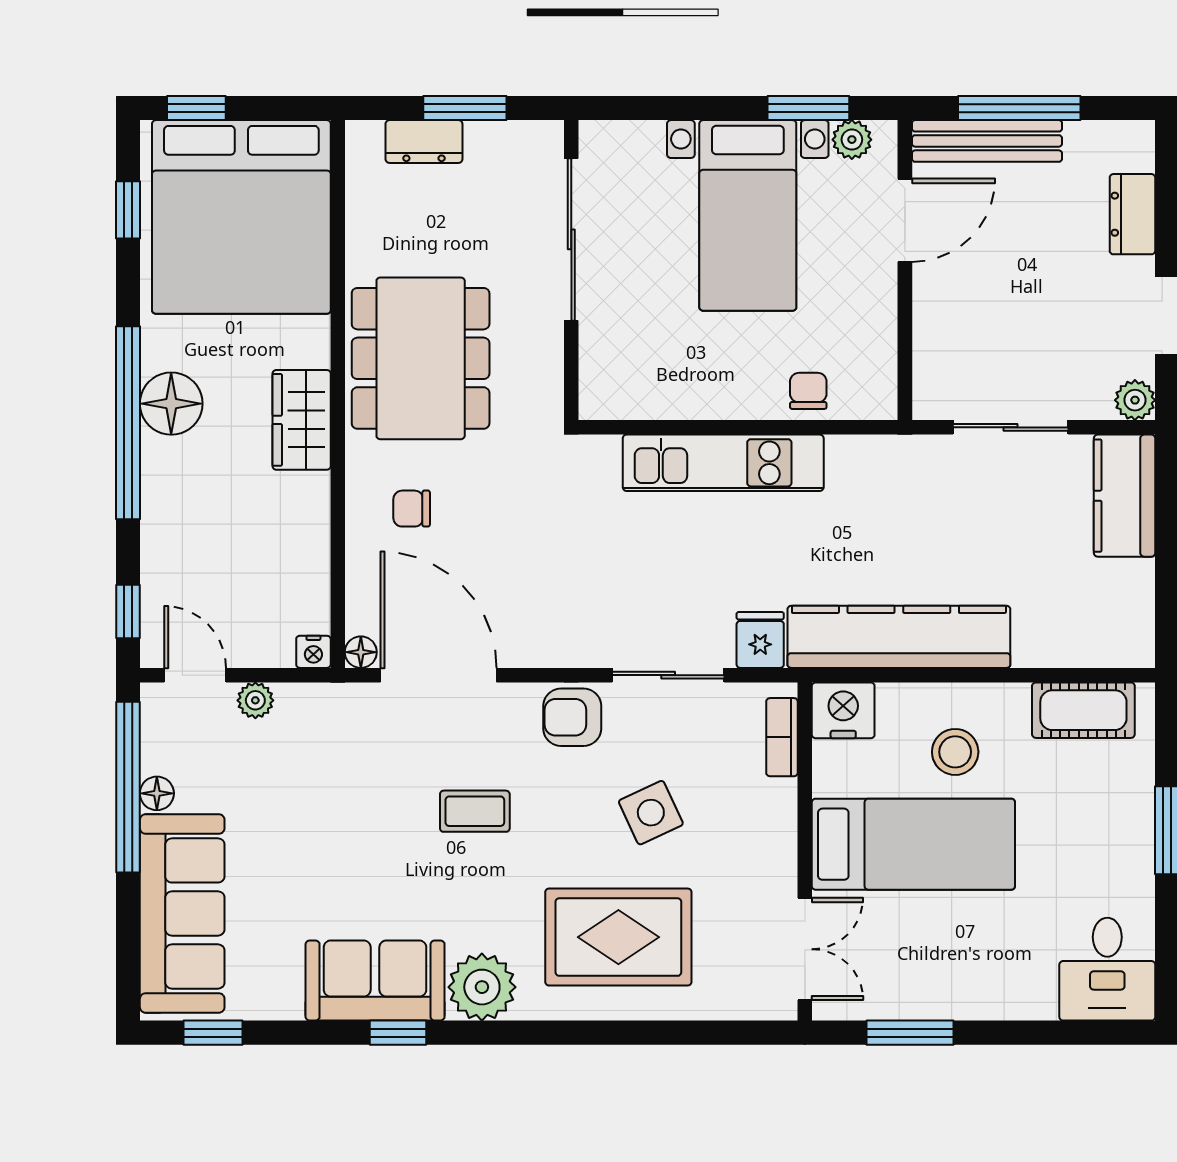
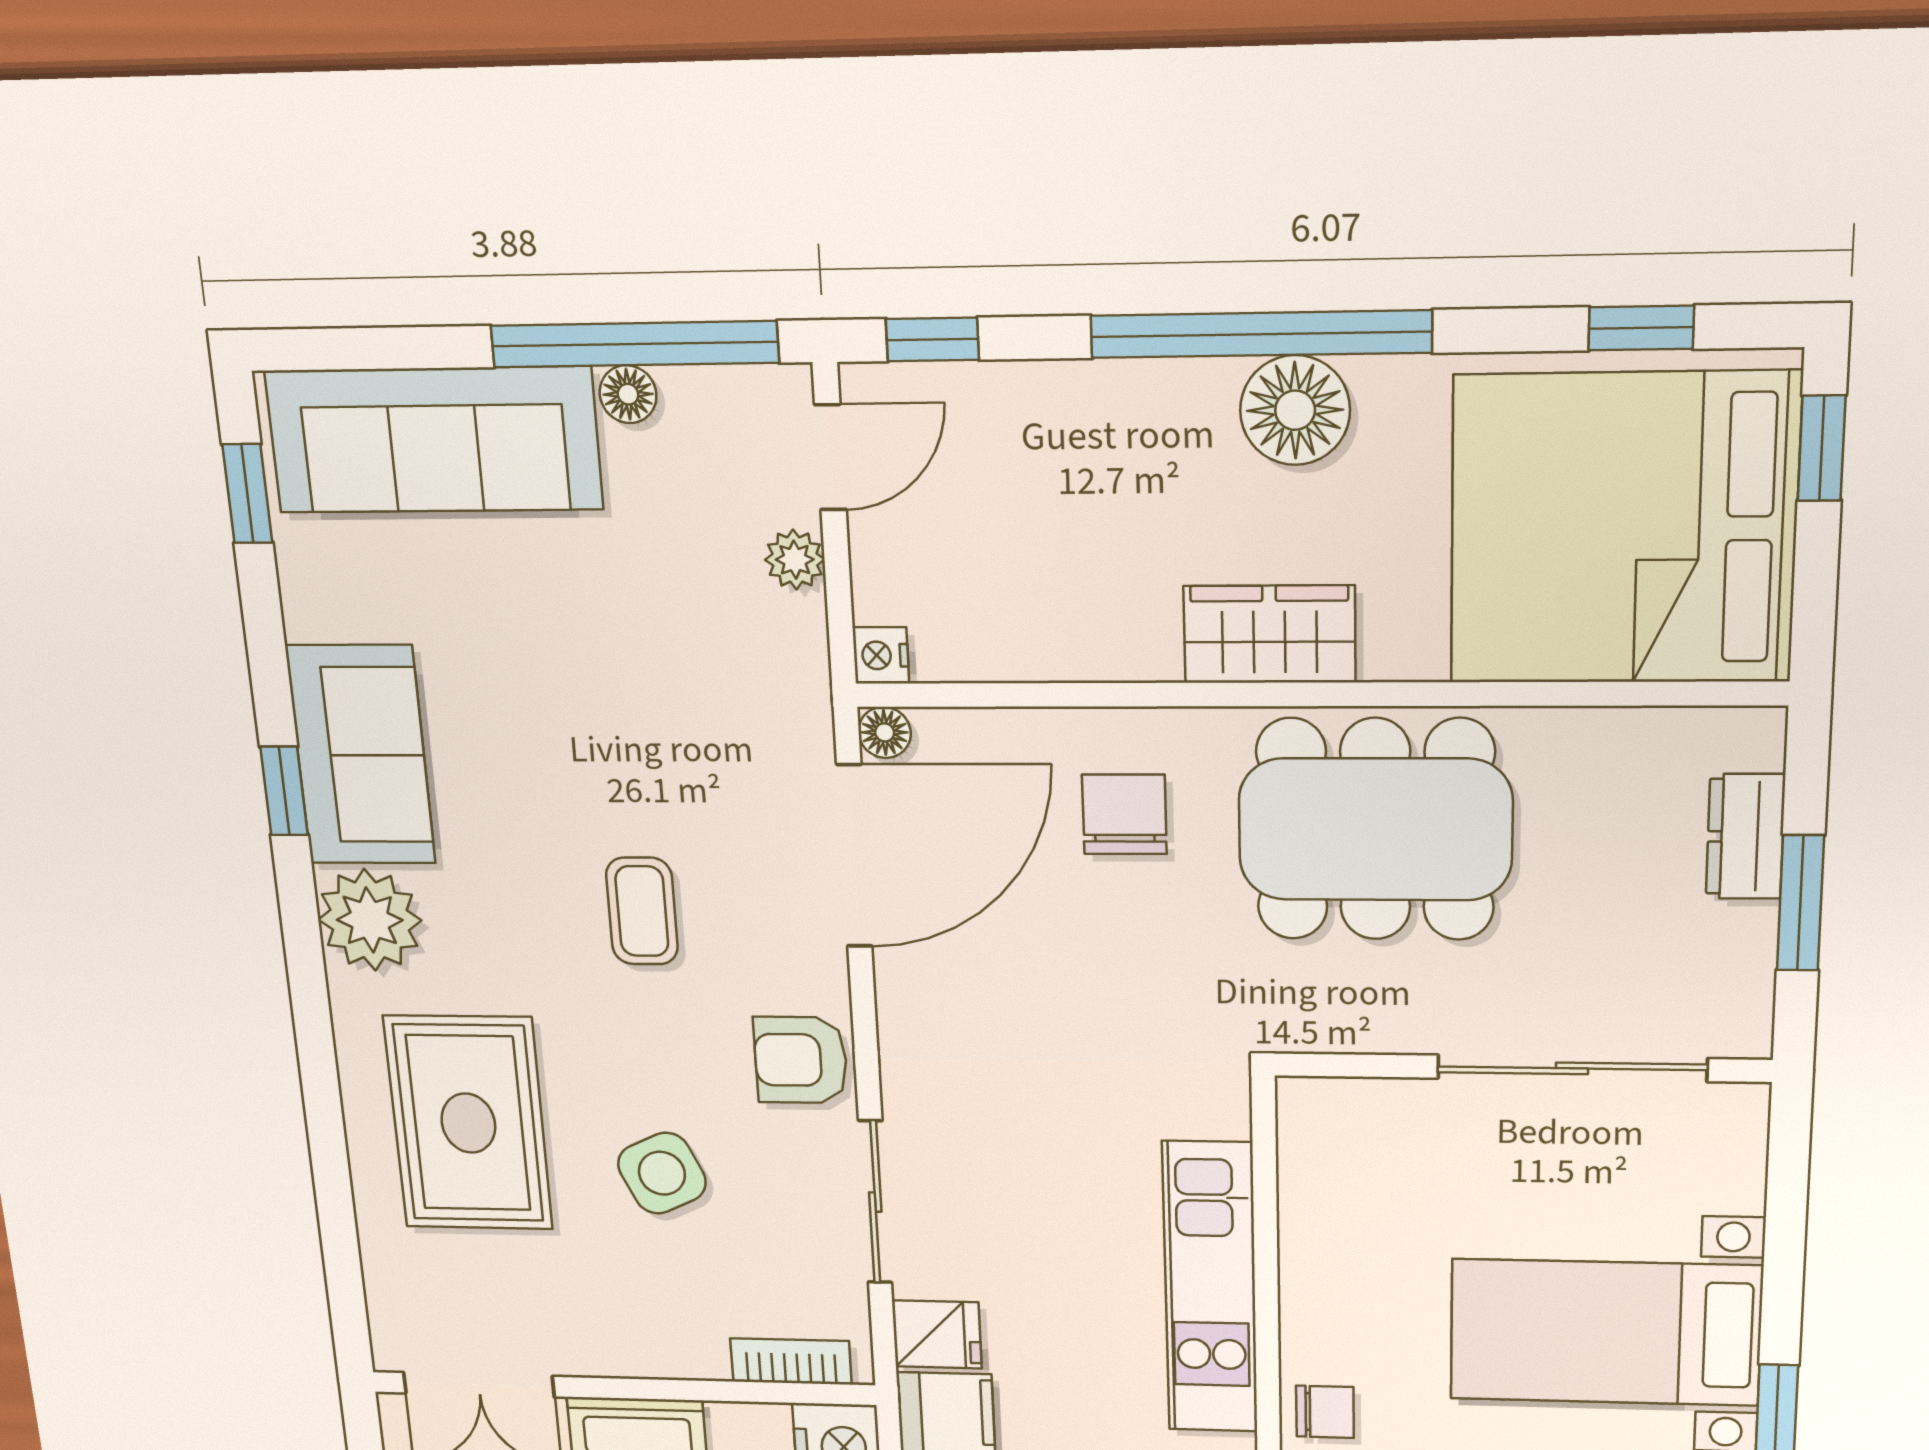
chair: (412, 509) -> (1124, 814), width x1.37, depth x1.37
armchair: (572, 717) -> (801, 1060), turned -90

